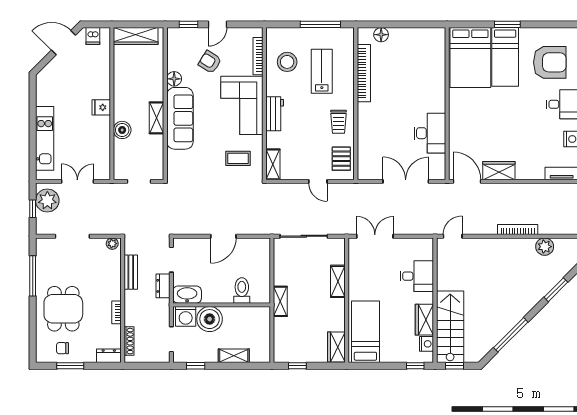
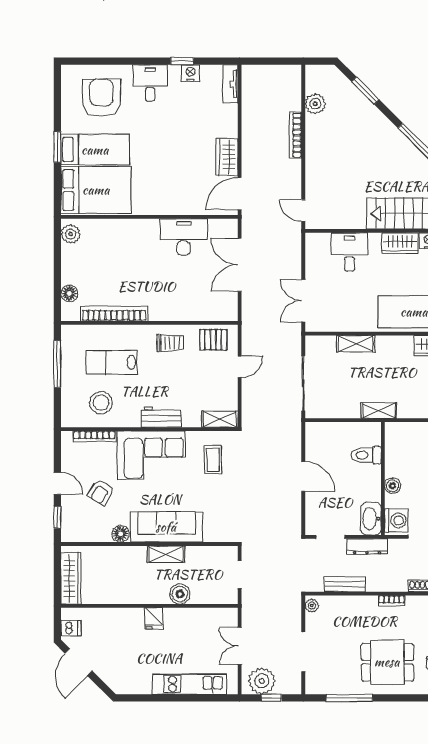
plant: (432, 36) -> (71, 234), added
dresser: (163, 286) -> (367, 547), width x1.44
boiler: (210, 319) -> (393, 486), width x0.54, depth x0.54

